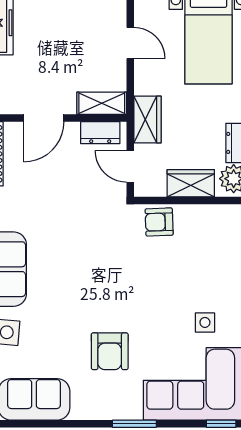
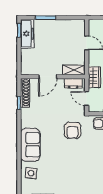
armchair: (110, 351) -> (73, 130), moved

